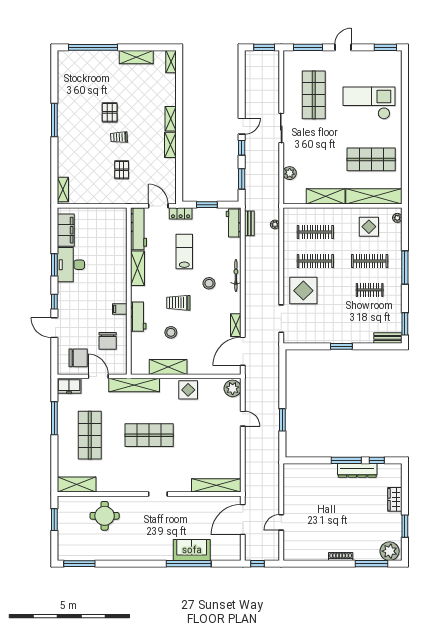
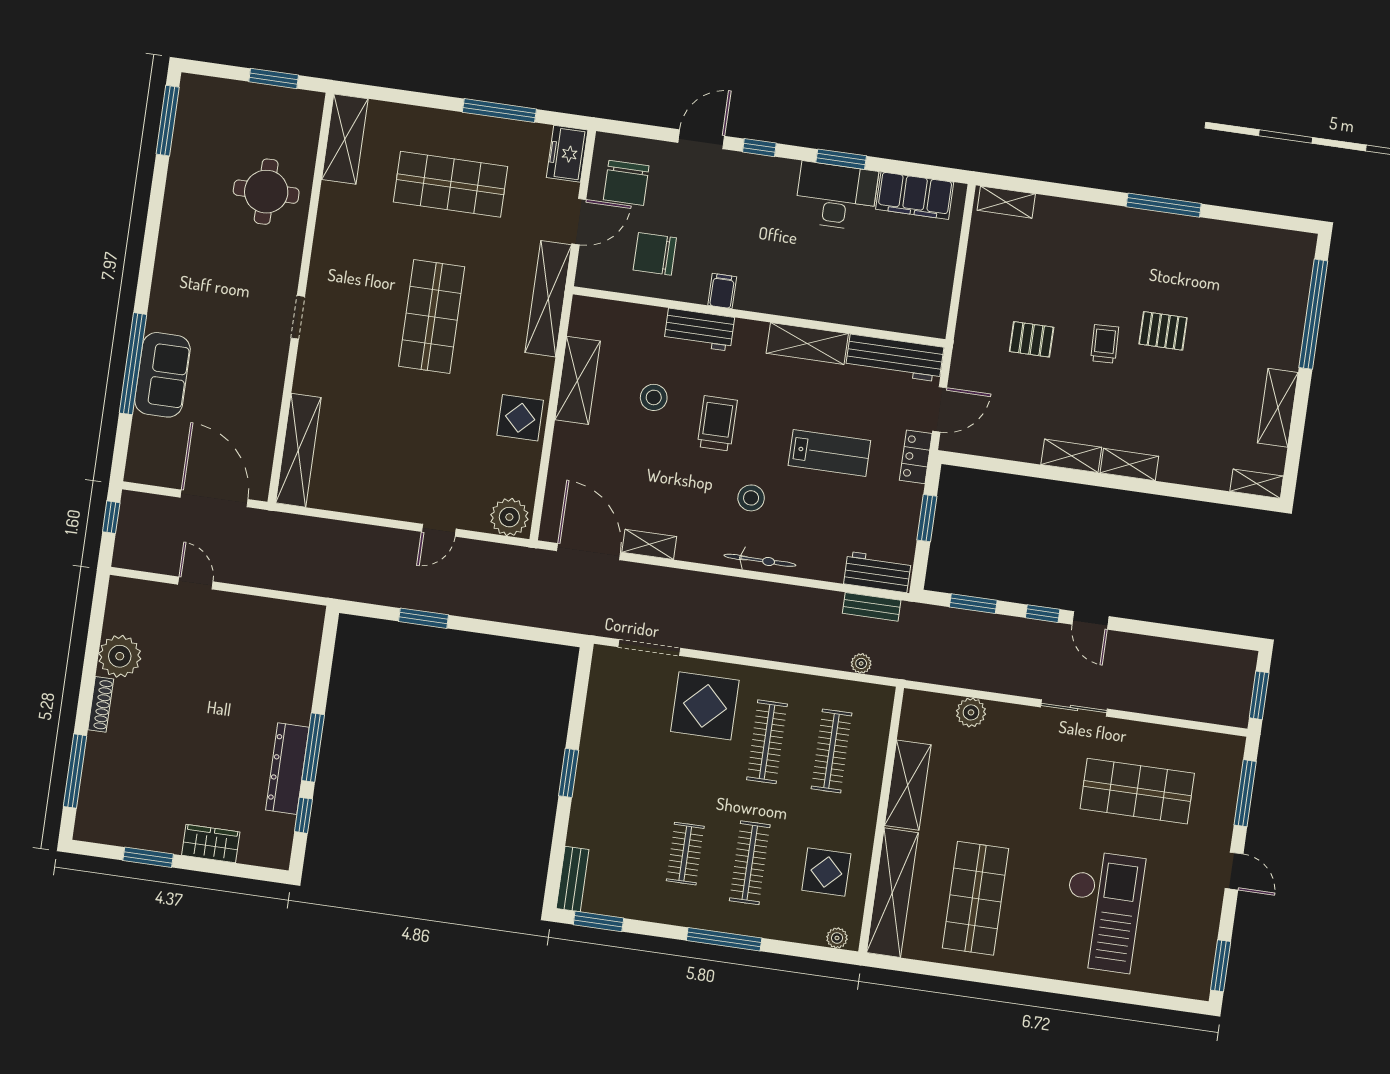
plant: (390, 551) -> (120, 656), moved

